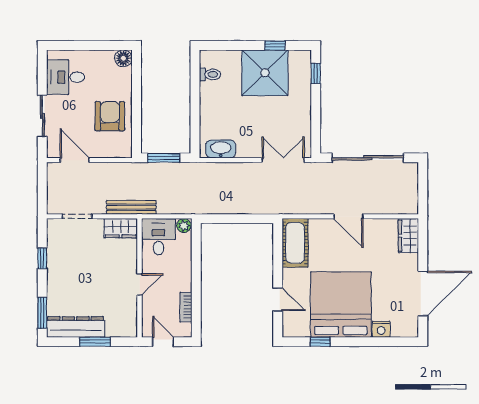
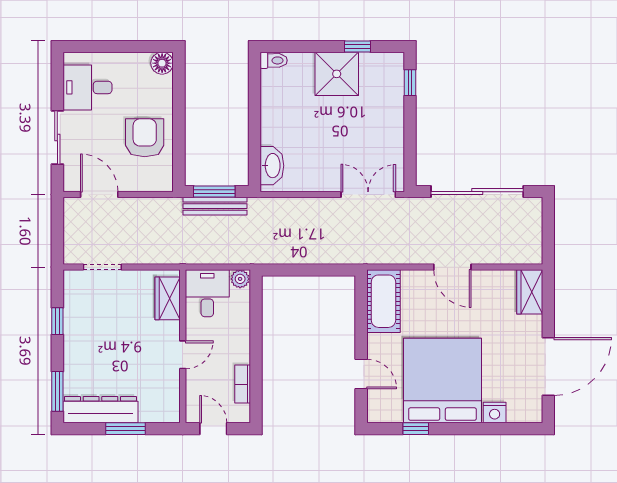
shower: (265, 73) -> (337, 74), width x0.73, depth x0.73
toilet: (210, 74) -> (274, 60), moved
washbasin: (221, 149) -> (272, 166), moved, turned 90
bench: (131, 207) -> (215, 206), moved
wardrobe: (121, 228) -> (168, 298), moved, turned 90

